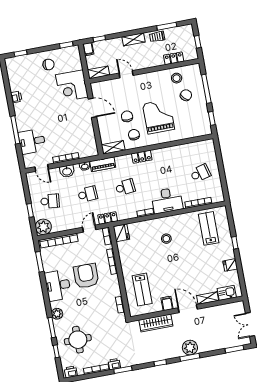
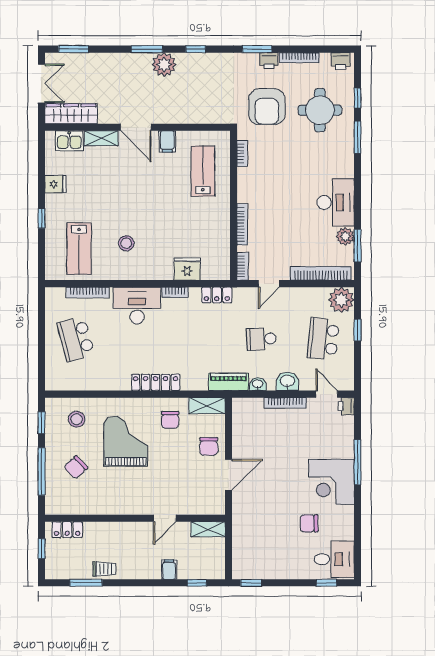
shelving: (133, 39) -> (143, 571), removed
filing cabinet: (88, 49) -> (169, 569), moved
locker: (174, 58) -> (67, 530), moved
chair: (49, 65) -> (309, 523), moved
door: (126, 74) -> (165, 518), hinge flipped
stool: (177, 78) -> (77, 419), moved
corner desk: (72, 86) -> (331, 482), moved, turned 180
printer: (16, 97) -> (346, 406), moved
door: (92, 108) -> (228, 475), swing flipped
chair: (127, 116) -> (209, 446), moved
grand piano: (159, 117) -> (126, 441), turned 180
desk: (32, 141) -> (334, 559), moved
locker: (142, 157) -> (156, 382), width x1.53
school desk: (200, 173) -> (76, 339), width x1.85
school desk: (125, 187) -> (200, 339), removed
school desk: (50, 201) -> (323, 339), width x1.85
locker: (108, 218) -> (217, 295), moved
fridge: (121, 233) -> (187, 269), moved, turned 90
stool: (166, 239) -> (126, 243), moved
armchair: (86, 276) -> (267, 107), moved
plant: (57, 314) -> (345, 236), moved
wardrobe: (156, 323) -> (71, 114), moved
plant: (190, 348) -> (164, 65), moved

